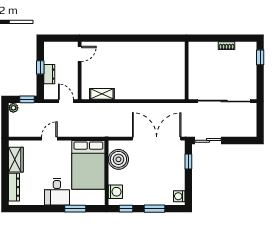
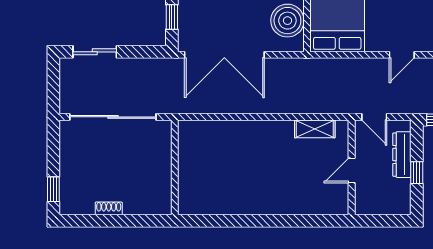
door: (80, 54) -> (352, 171), moved
dresser: (49, 74) -> (402, 155), width x1.44
sliding door: (208, 140) -> (95, 52), moved

